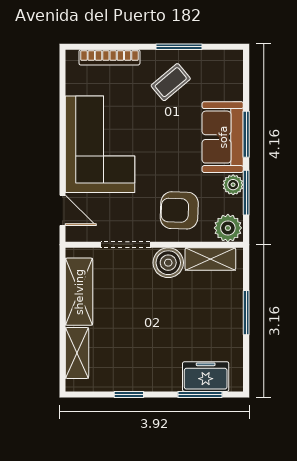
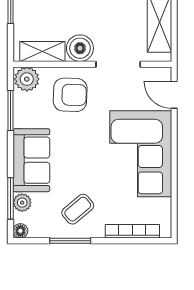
floor lamp: (235, 58) -> (20, 231), added
window: (246, 134) -> (11, 198), moved
plant: (233, 185) -> (22, 203), moved

